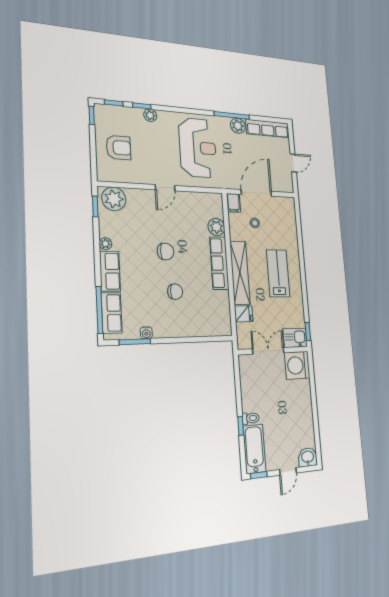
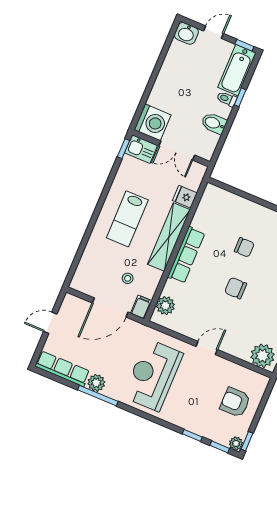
plant: (150, 115) -> (236, 444), moved
plant: (216, 227) -> (165, 306), moved
chair: (175, 292) -> (244, 247), turned 180
bidet: (251, 391) -> (214, 123), added

